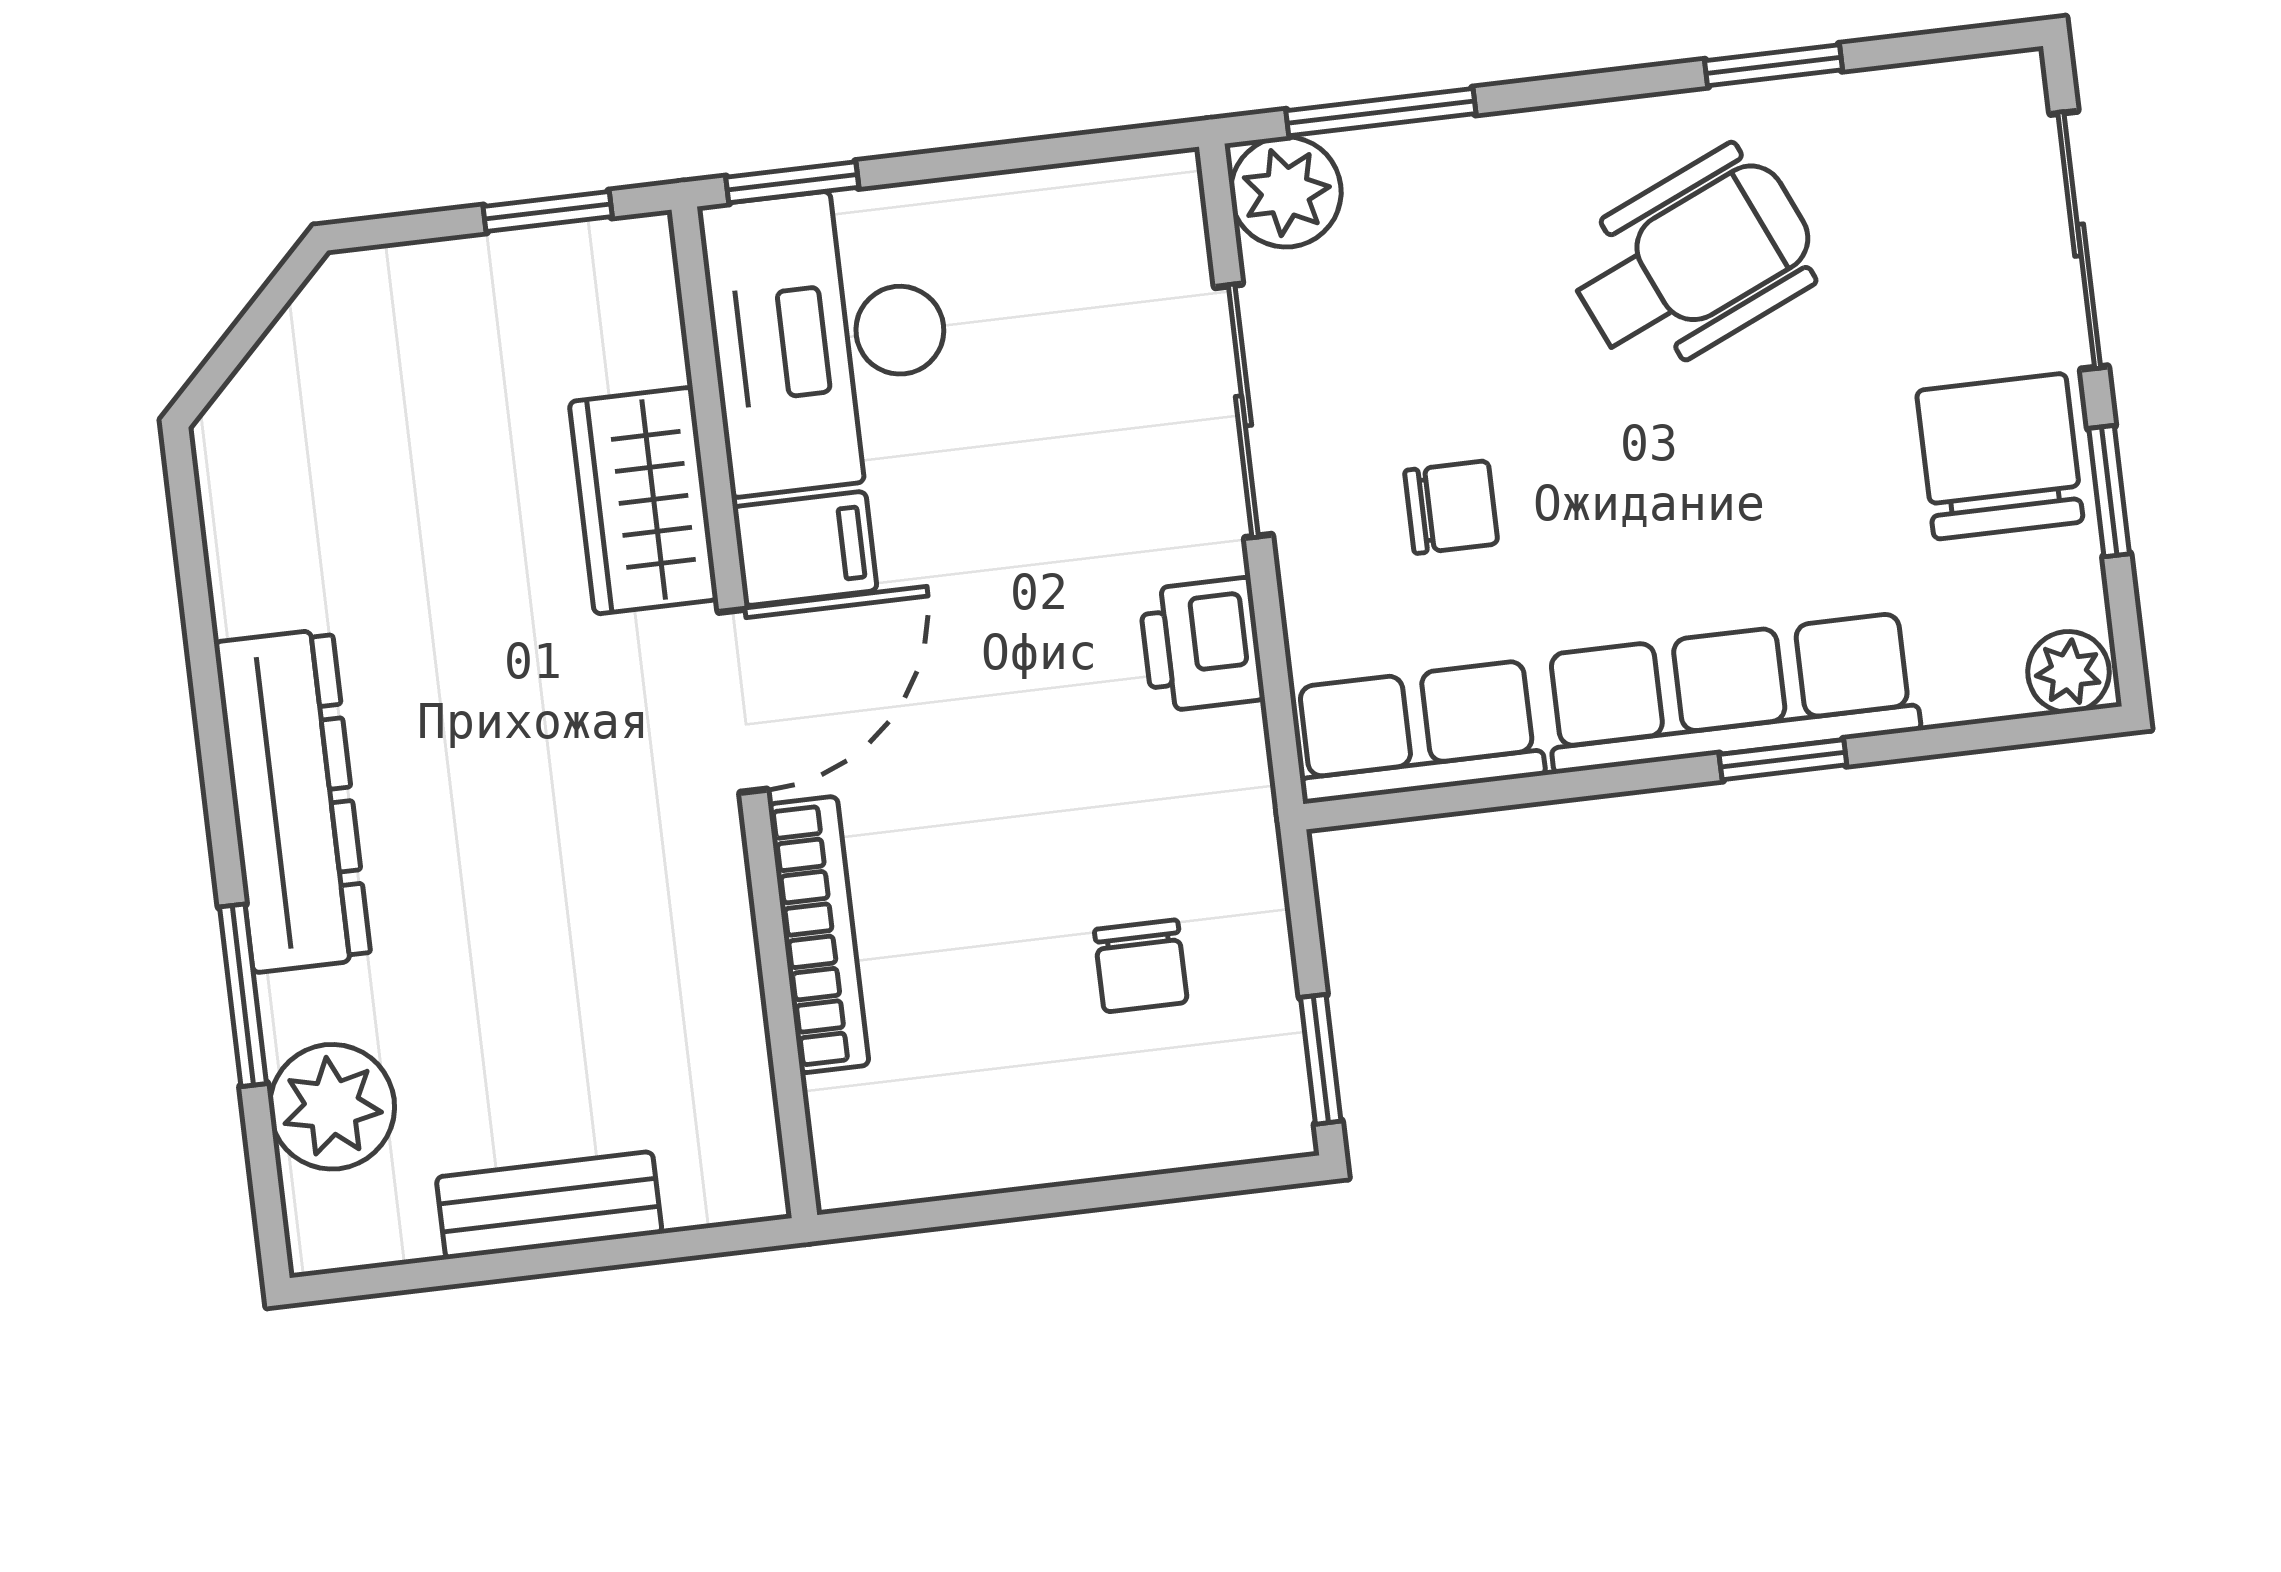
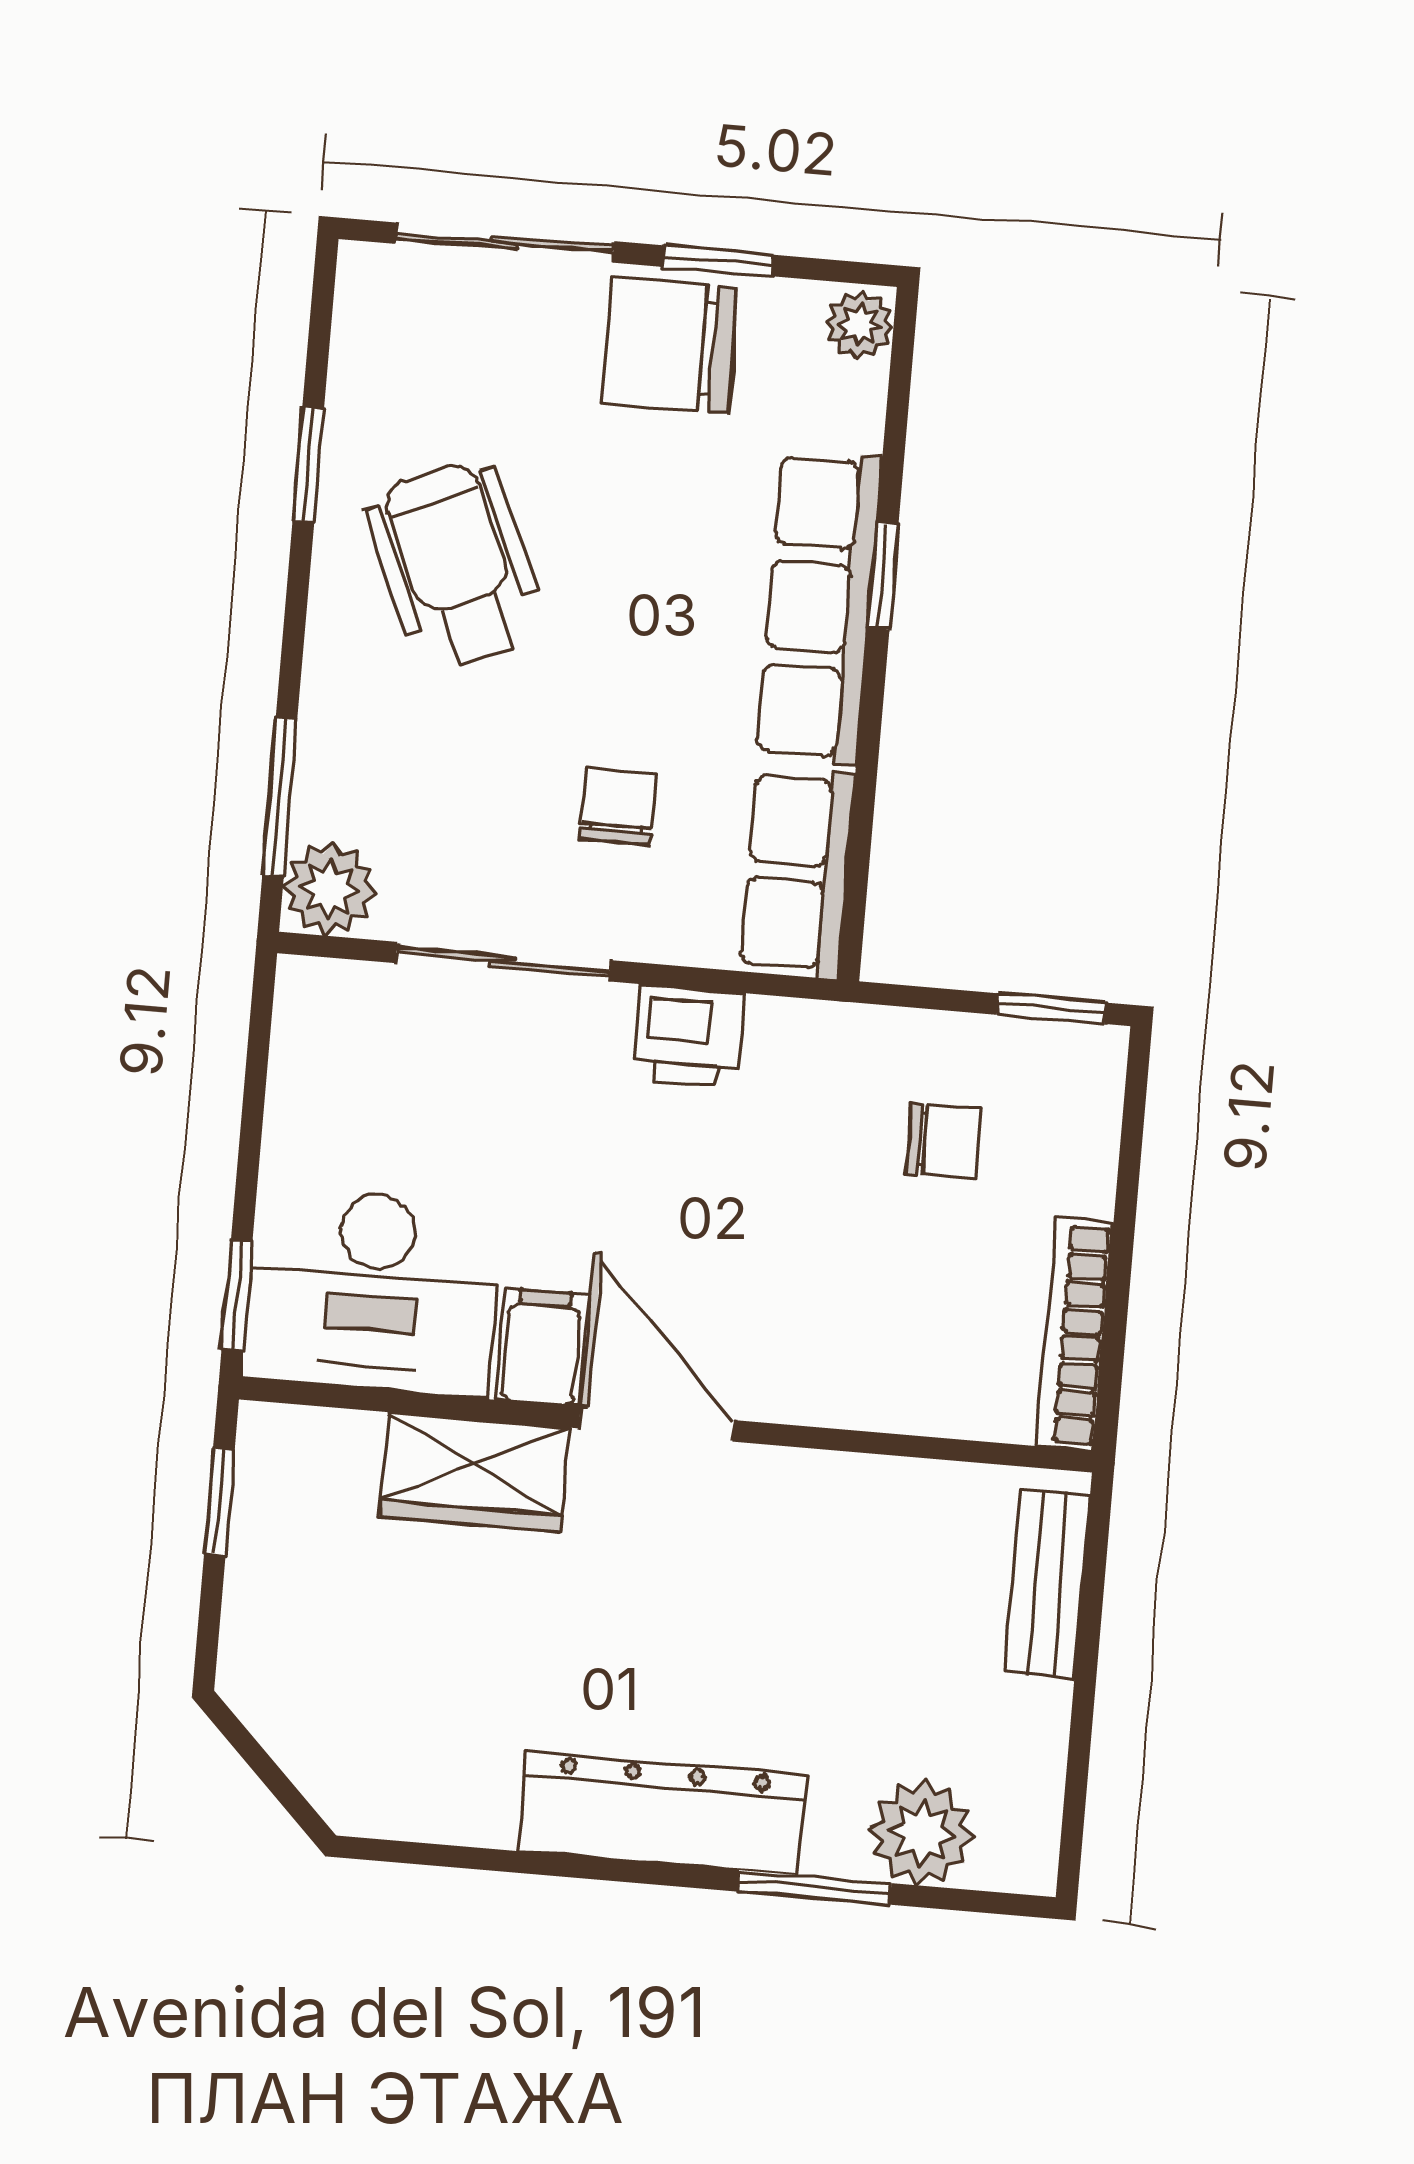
bookcase: (819, 935) -> (1075, 1335), moved, turned -90
bench: (549, 1205) -> (1047, 1584), moved

